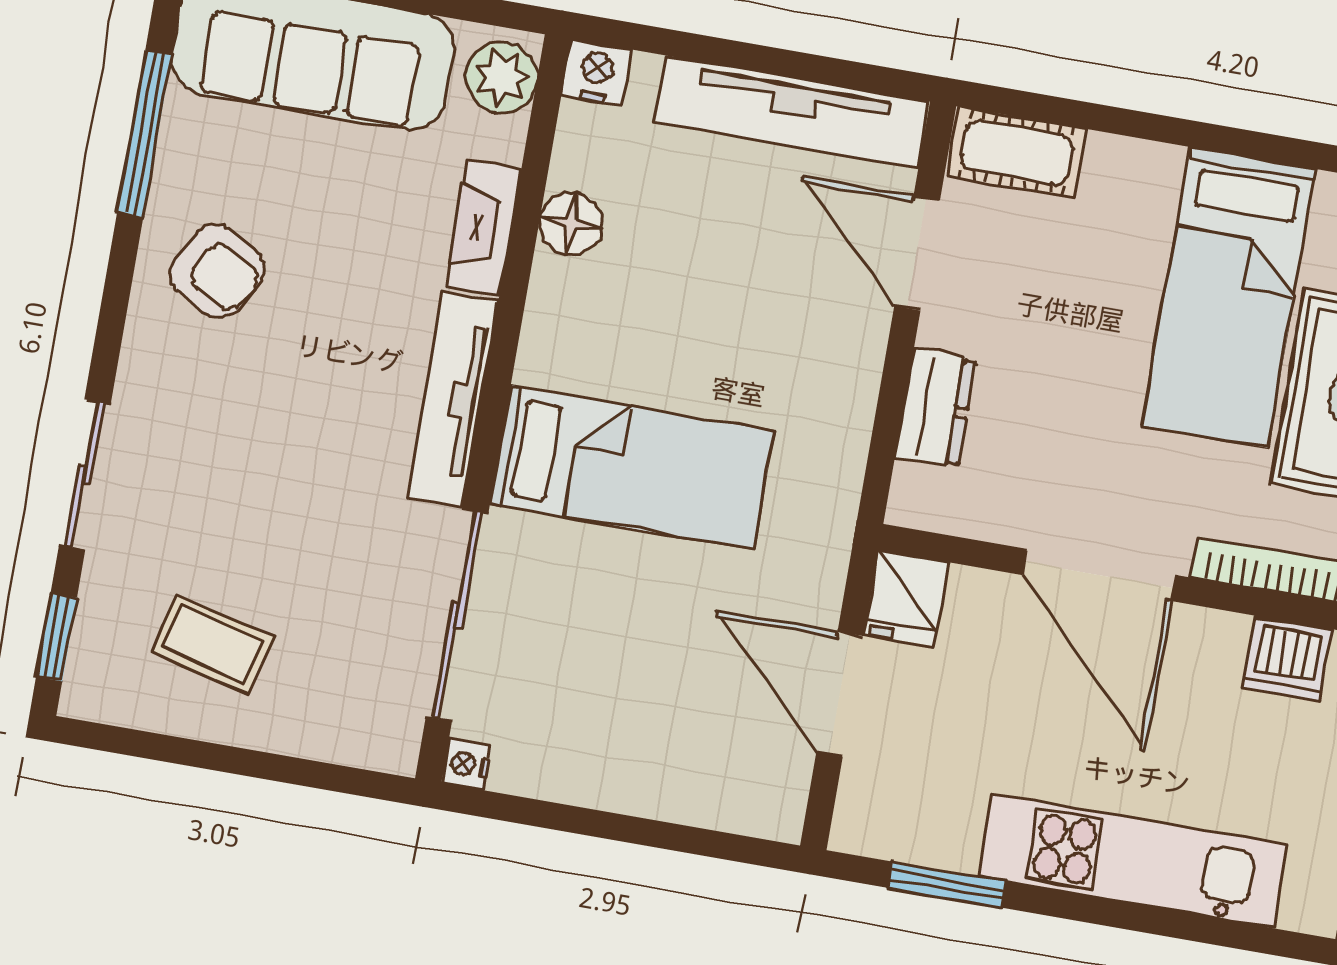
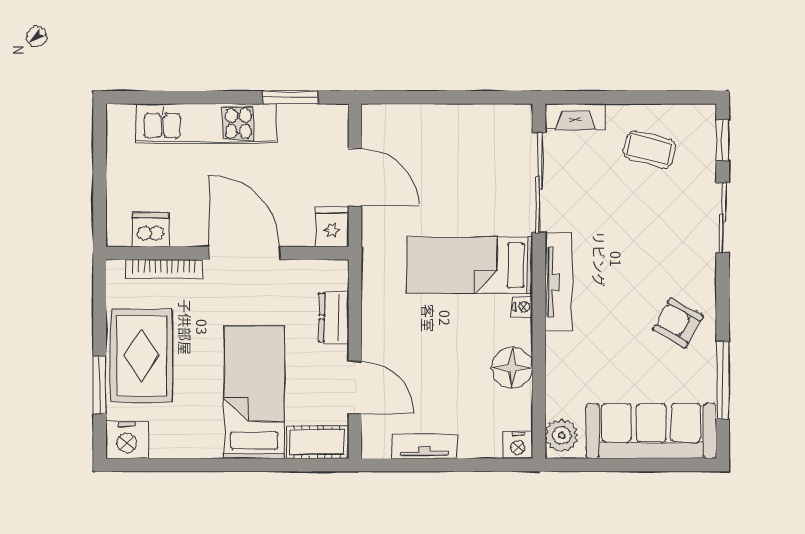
tv unit: (792, 112) -> (424, 446), width x0.52, depth x0.78
floor lamp: (571, 224) -> (512, 368), width x1.38, depth x1.38
fireplace: (483, 228) -> (575, 117), moved, turned 90
bed: (1229, 297) -> (254, 392), moved
nightstand: (466, 764) -> (522, 307), moved

